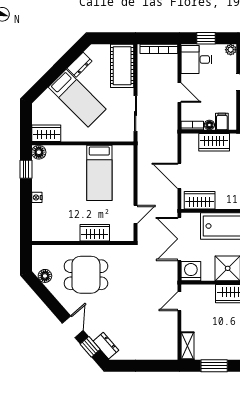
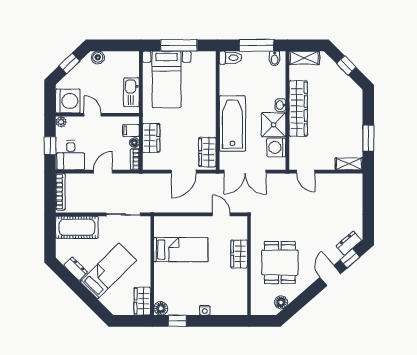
washing machine: (191, 271) -> (276, 147), moved
door: (73, 327) -> (330, 275), hinge flipped

